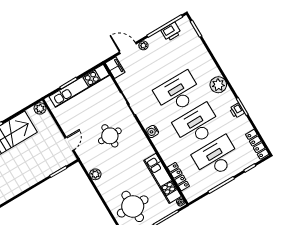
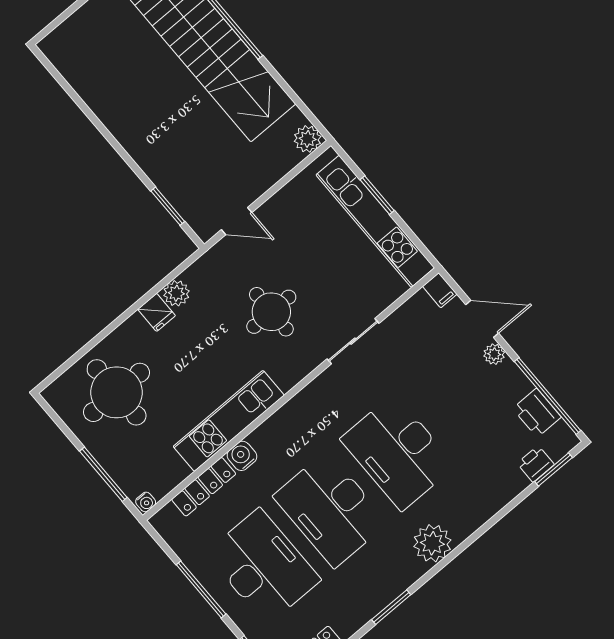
door: (128, 48) -> (482, 319), hinge flipped
filing cabinet: (115, 68) -> (440, 290), width x0.50
desk: (178, 93) -> (398, 452), turned 180
printer: (237, 111) -> (536, 464), moved
desk: (197, 125) -> (331, 509), turned 180
water cooler: (152, 131) -> (242, 456), moved
kitchen unit: (163, 178) -> (229, 421), moved
fridge: (102, 184) -> (157, 312), added

